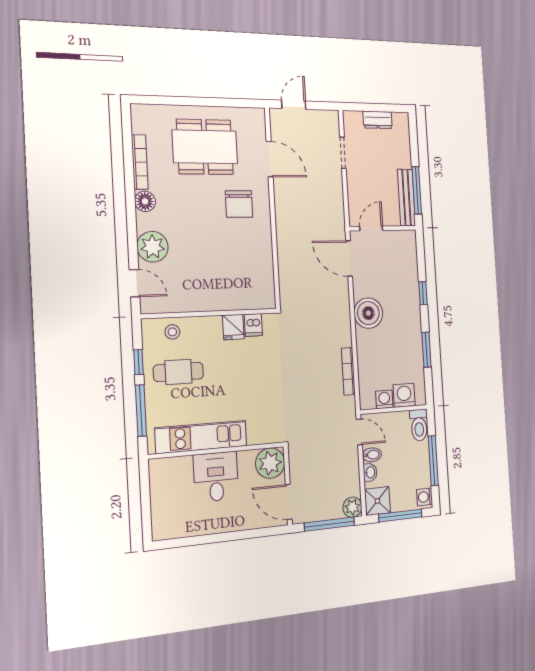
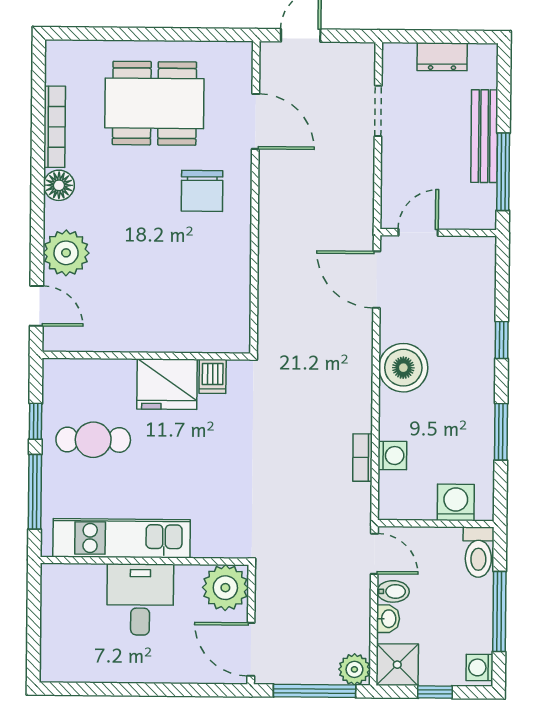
bench: (406, 198) -> (484, 136), moved
fridge: (233, 327) -> (167, 384), width x1.88, depth x1.34
stool: (172, 332) -> (88, 380), removed
bookcase: (348, 371) -> (363, 458), width x0.64
washing machine: (384, 399) -> (392, 456), moved, turned 90
window: (400, 516) -> (435, 692), width x0.46

